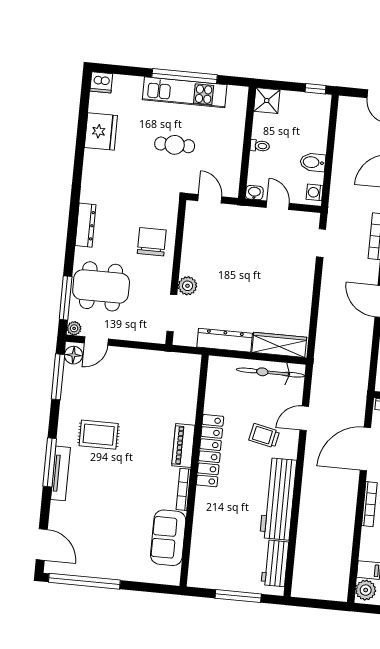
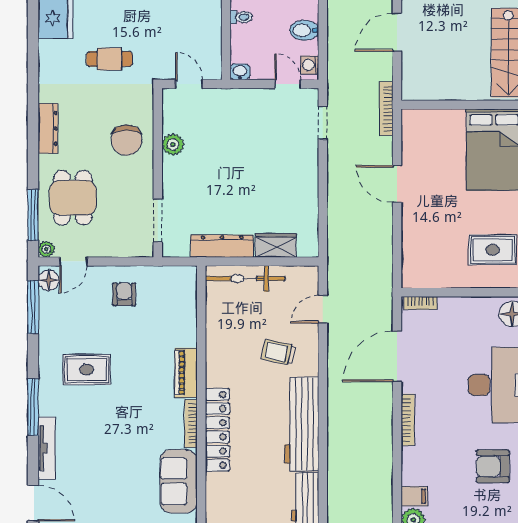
cafe table: (175, 145) -> (109, 59), moved
door: (278, 205) -> (288, 84), moved
chair: (152, 242) -> (127, 140), turned 180
dining table: (101, 286) -> (73, 198), width x0.73
plant: (188, 286) -> (173, 145), moved
wardrobe: (279, 345) -> (276, 245), width x0.67
armchair: (137, 373) -> (124, 294), added
bicycle: (271, 373) -> (245, 279), moved
door: (304, 418) -> (323, 309), moved
locker: (210, 451) -> (217, 430), moved
tv unit: (60, 473) -> (47, 448), moved

